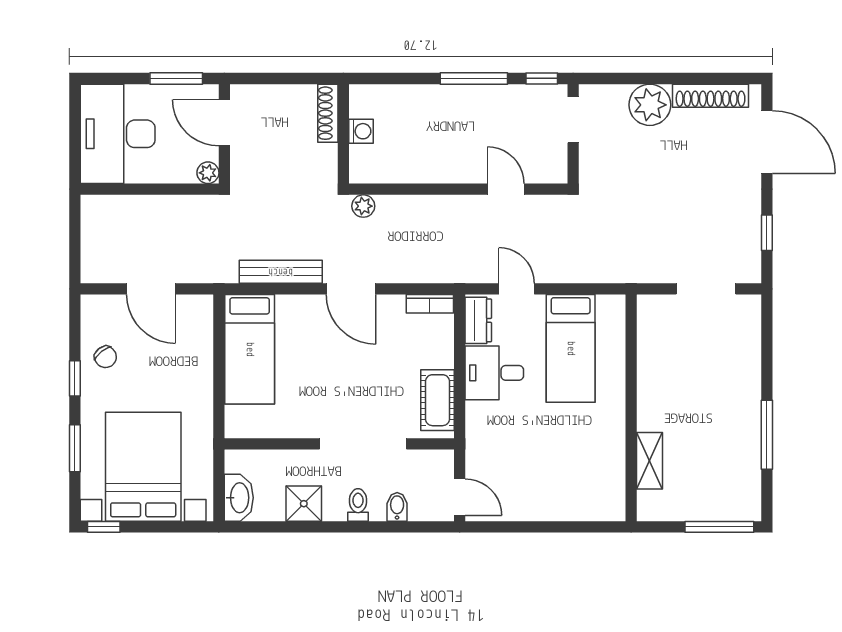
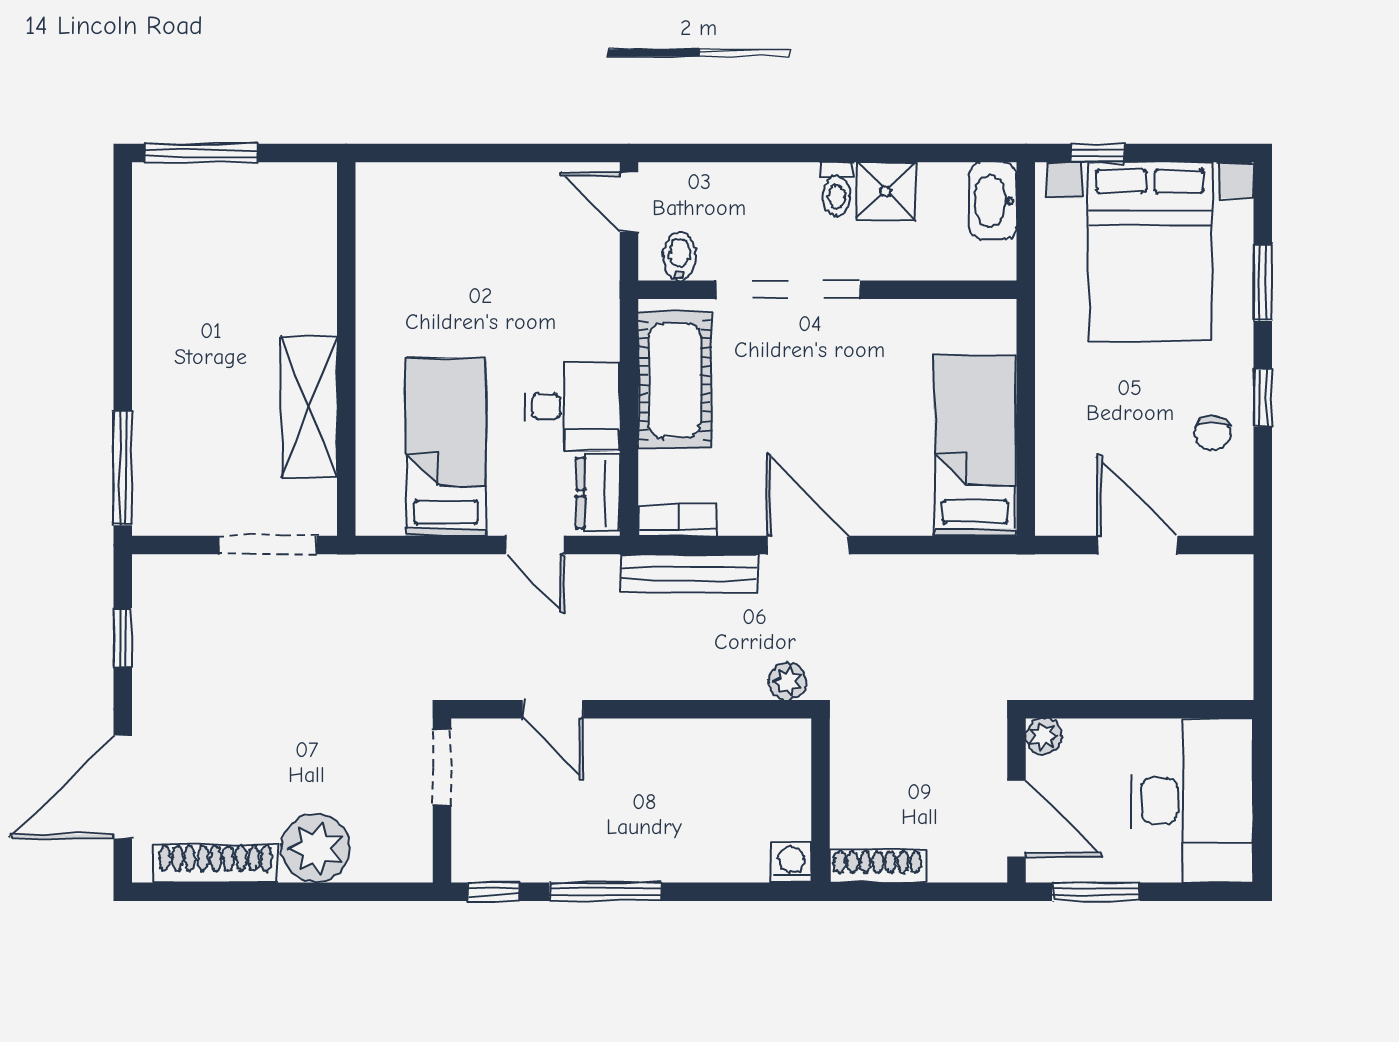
shoe rack: (328, 113) -> (878, 866), moved, turned -90
doorway: (573, 120) -> (442, 767), moved
washing machine: (361, 131) -> (791, 863), moved, turned 90
door: (767, 142) -> (123, 787), hinge flipped
bench: (281, 272) -> (689, 573), moved
doorway: (706, 289) -> (268, 545), moved
chair: (106, 357) -> (1212, 433), turned -142
cot: (437, 400) -> (675, 380), width x1.37, depth x1.34
window: (767, 435) -> (123, 468), moved
shelving: (650, 461) -> (309, 407), moved, width x1.50, depth x1.33
toilet: (358, 505) -> (836, 189), moved
bidet: (397, 507) -> (680, 257), moved, turned 180
window: (104, 527) -> (1098, 153), moved

